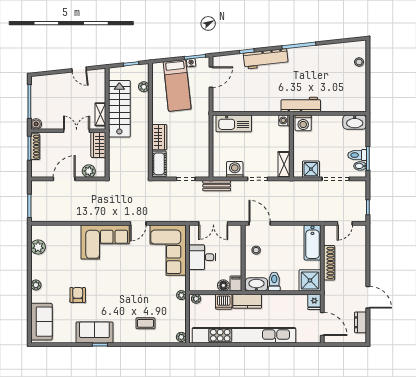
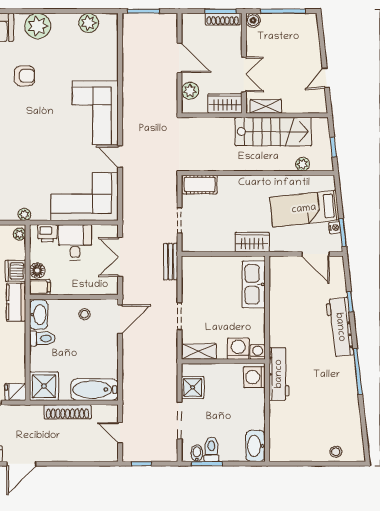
wardrobe: (159, 137) -> (252, 242), moved, turned 180
washing machine: (235, 169) -> (238, 349), moved, turned -90
printer: (196, 278) -> (47, 233), added
plant: (36, 285) -> (38, 26), width x1.88, depth x1.88

